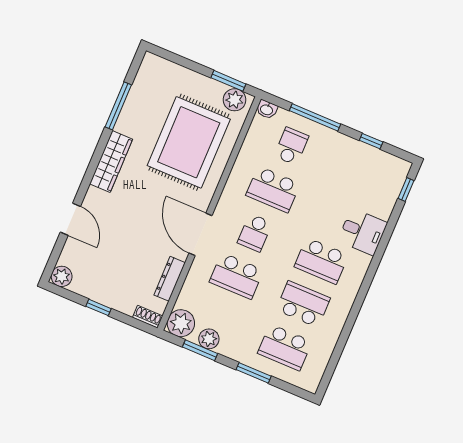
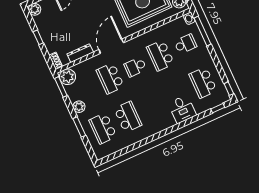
window: (315, 117) -> (202, 31), moved
window: (371, 141) -> (229, 89), moved
school desk: (321, 261) -> (203, 82), moved
plant: (209, 339) -> (79, 107), moved
window: (200, 350) -> (61, 87), moved

